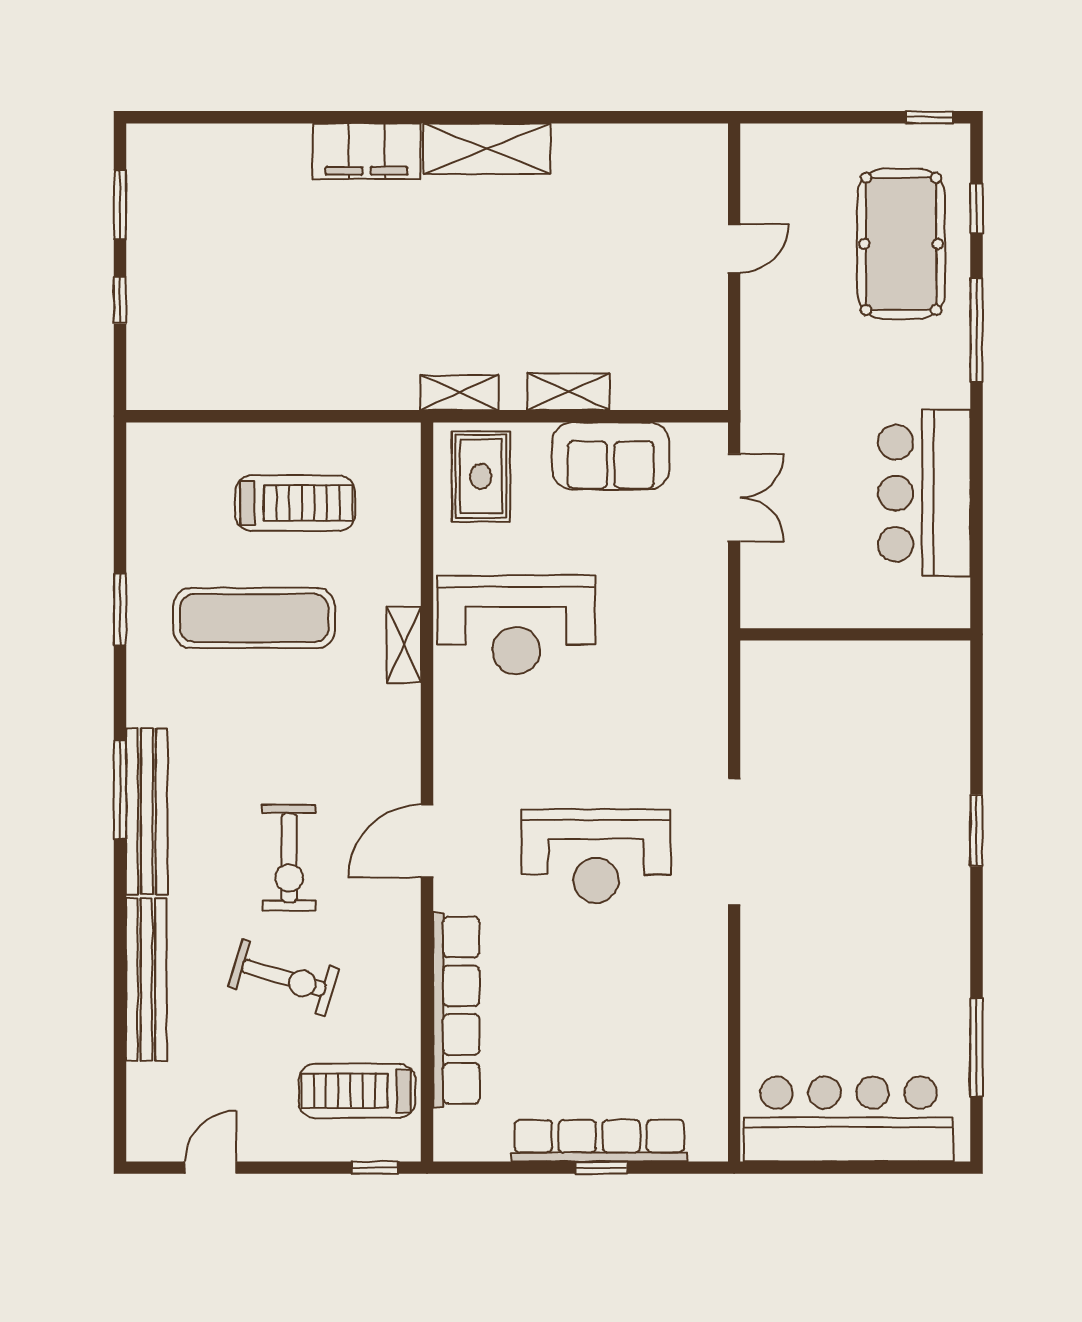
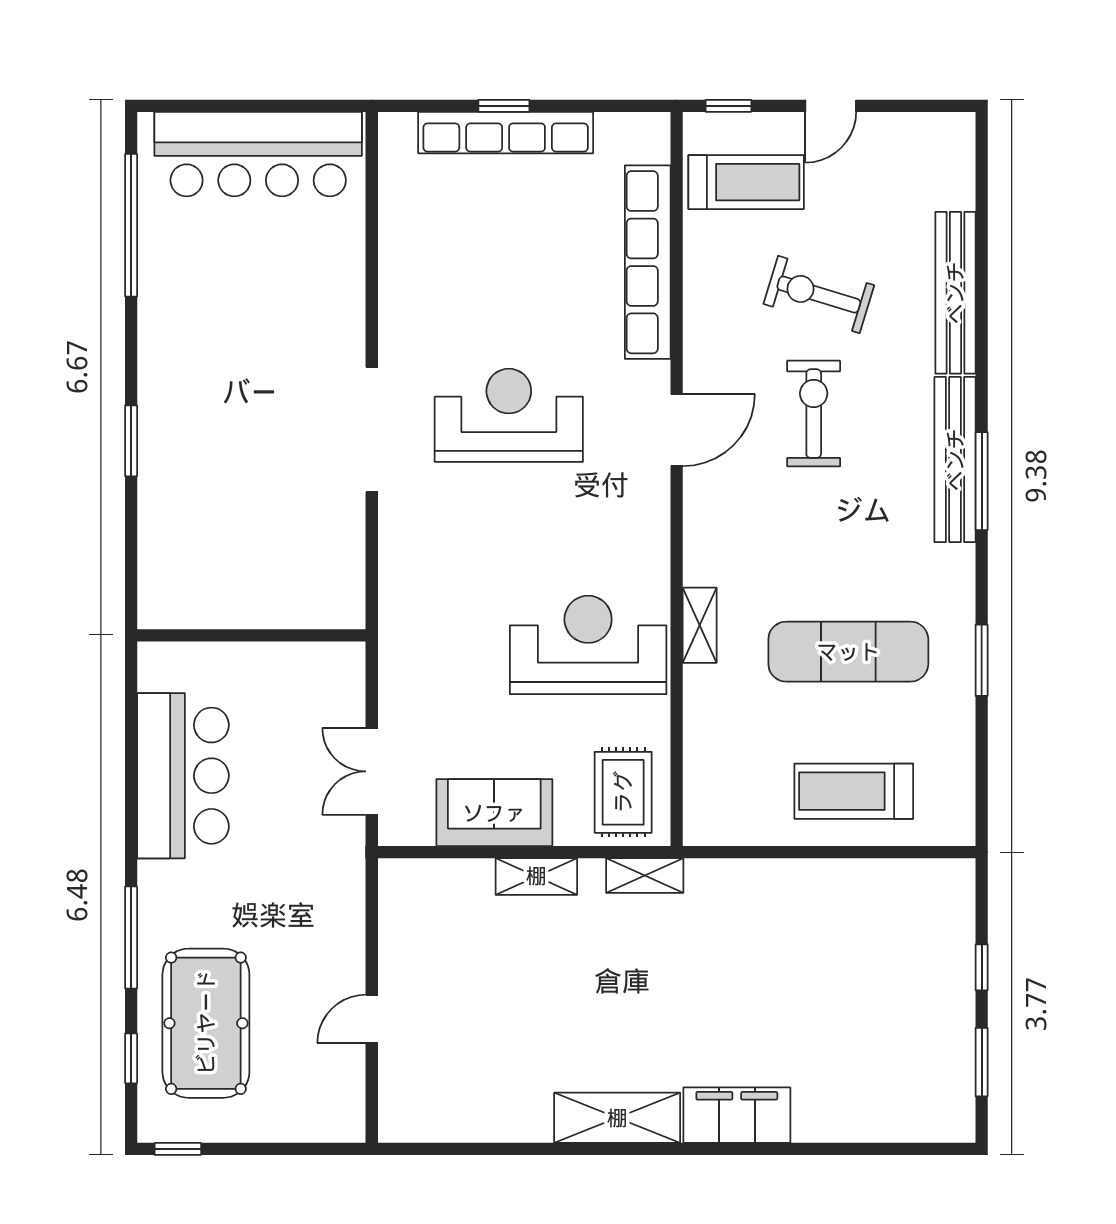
treadmill: (295, 503) -> (854, 791), moved
window: (976, 1047) -> (131, 225), width x1.46
door: (211, 1168) -> (831, 106), moved

